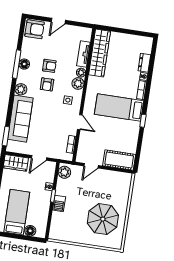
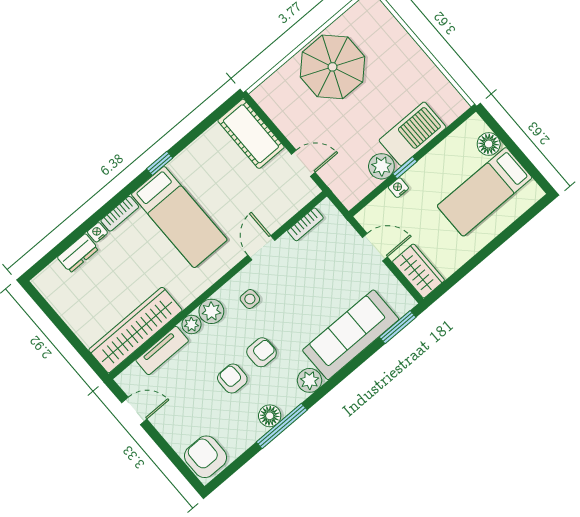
door: (58, 21) -> (134, 411), moved
plant: (64, 172) -> (381, 166), moved
barbecue: (59, 203) -> (413, 134), width x1.88, depth x1.53
parasol: (103, 219) -> (332, 67), moved

